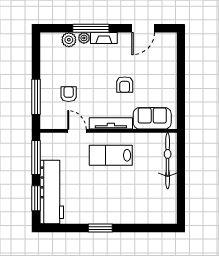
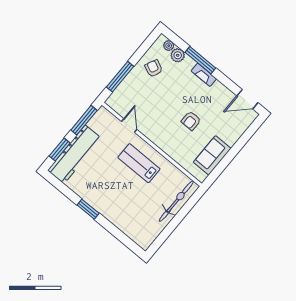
door: (143, 28) -> (247, 99), moved
plant: (84, 38) -> (169, 46), moved
armchair: (69, 94) -> (154, 68), moved, turned -65
sofa: (152, 118) -> (212, 155), moved, turned -90
tv unit: (111, 123) -> (158, 140), removed

